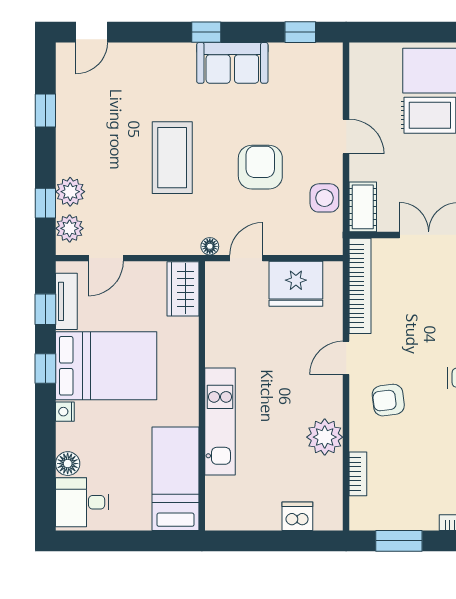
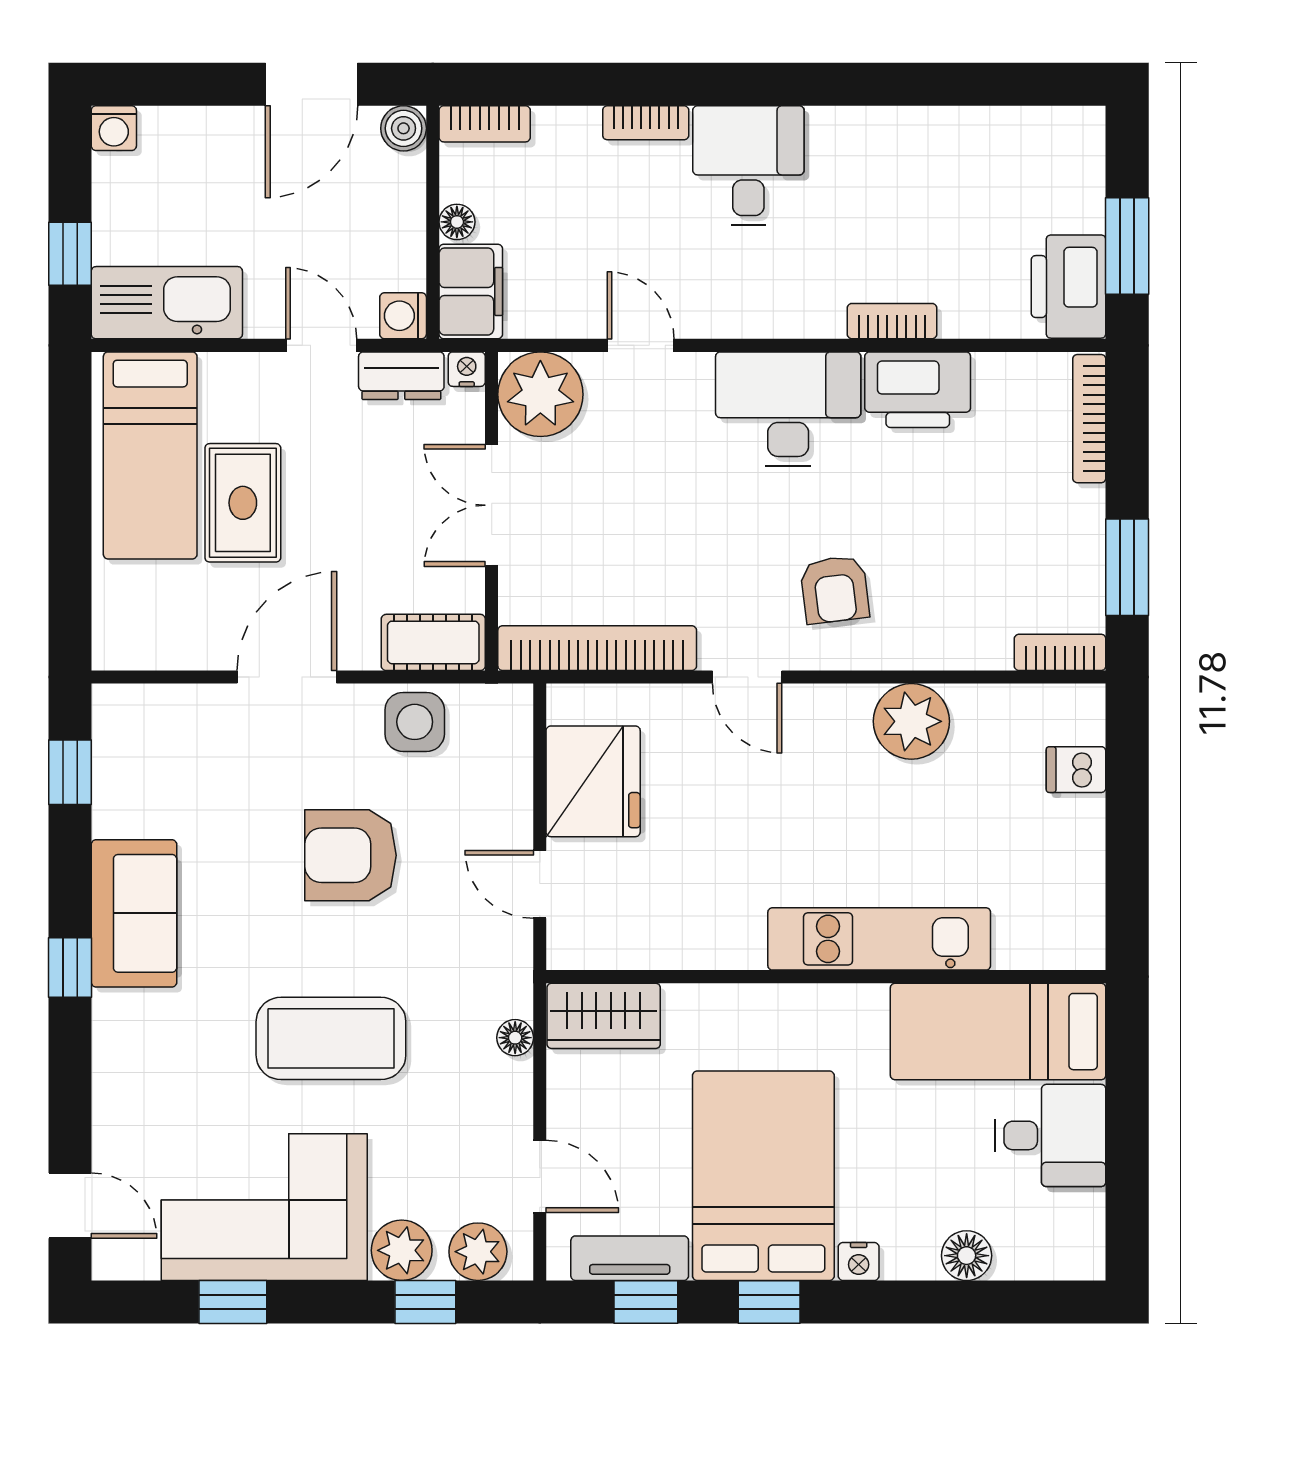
corner sofa: (91, 126) -> (264, 1207), added
door: (346, 136) -> (287, 677), width x1.38
floor lamp: (210, 246) -> (515, 1038), moved
bookcase: (358, 474) -> (1060, 652), moved
desk: (82, 502) -> (1051, 1135), moved, turned -90
dishwasher: (297, 516) -> (1076, 770), width x0.73

